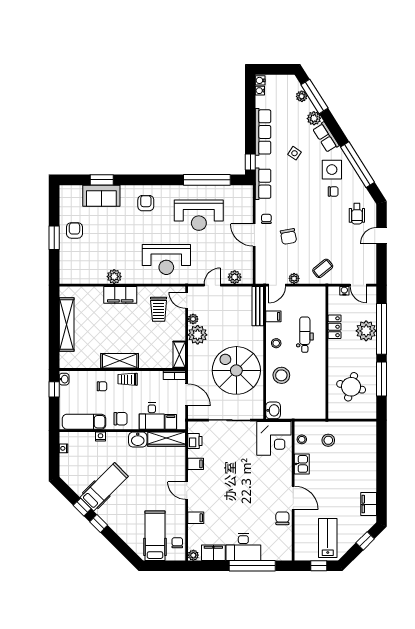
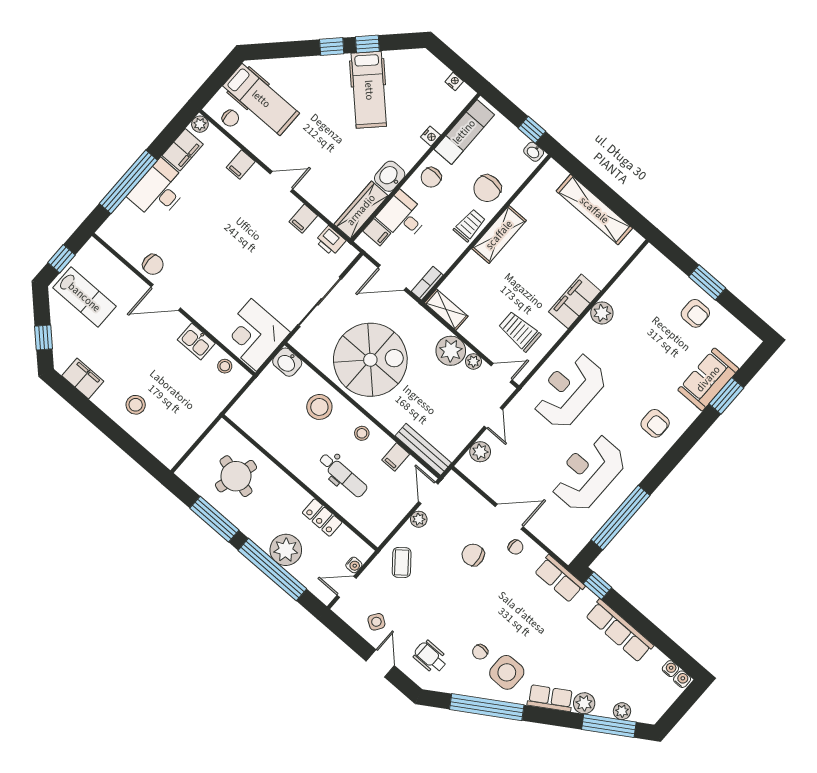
side table: (294, 153) -> (376, 622), moved
chair: (102, 386) -> (487, 188), width x1.87, depth x1.87
stool: (328, 440) -> (136, 405), moved

